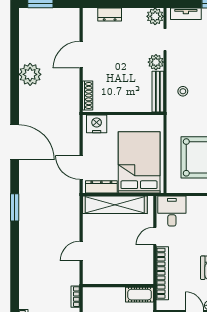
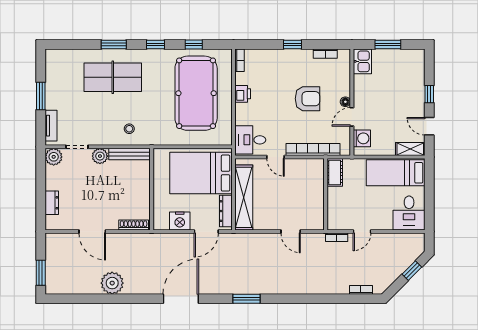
nightstand: (97, 124) -> (180, 221), moved, turned -90

